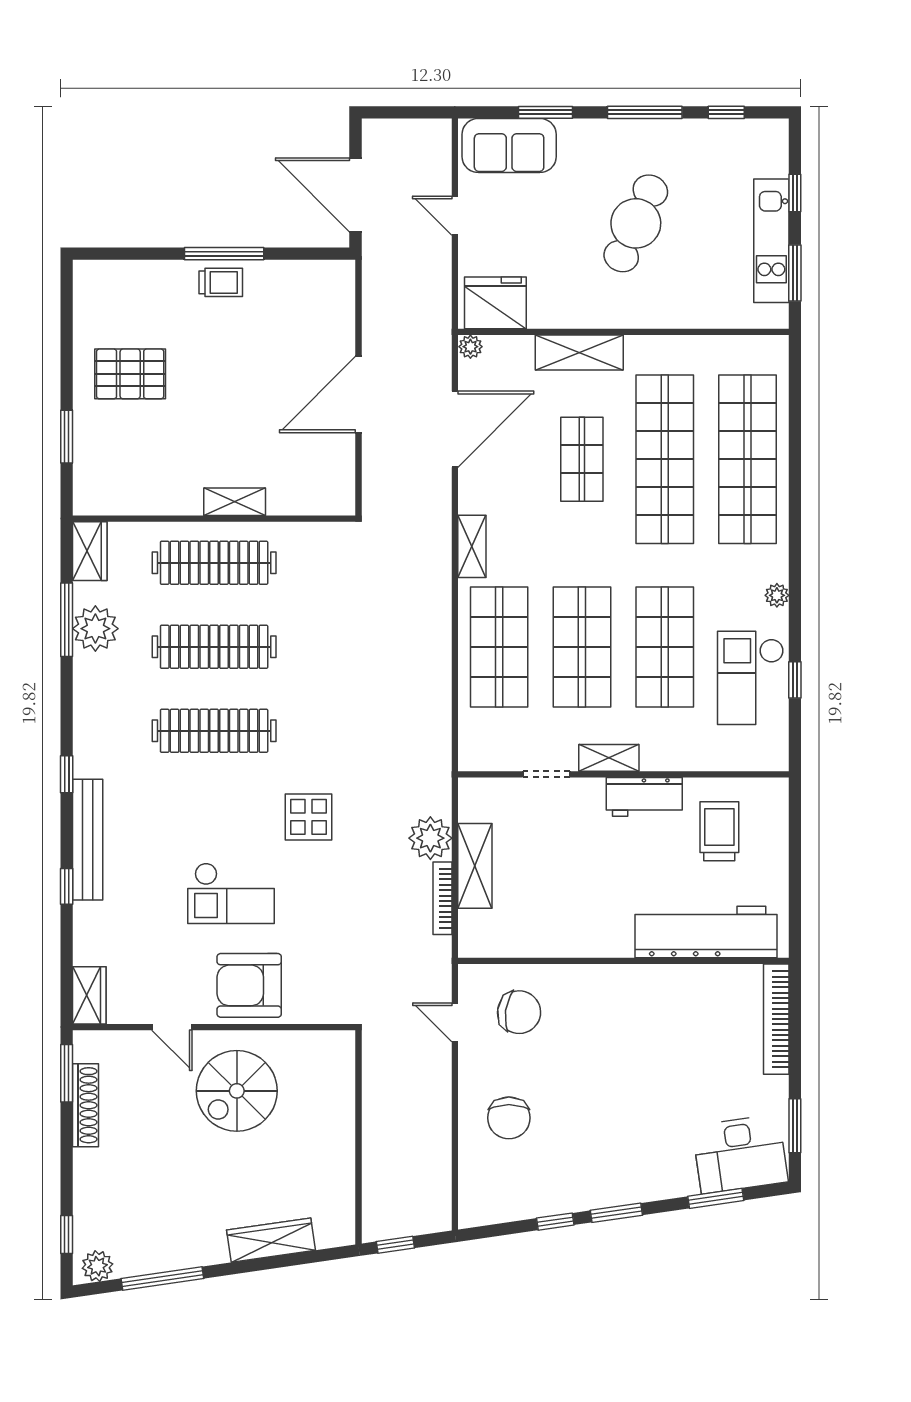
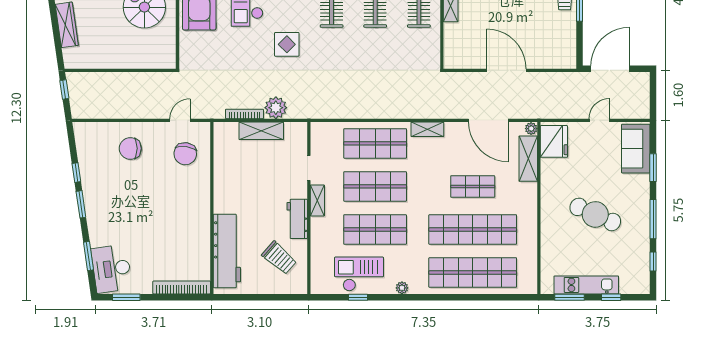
shelving: (579, 353) -> (528, 159), moved
trolley: (719, 831) -> (279, 258), turned 41

